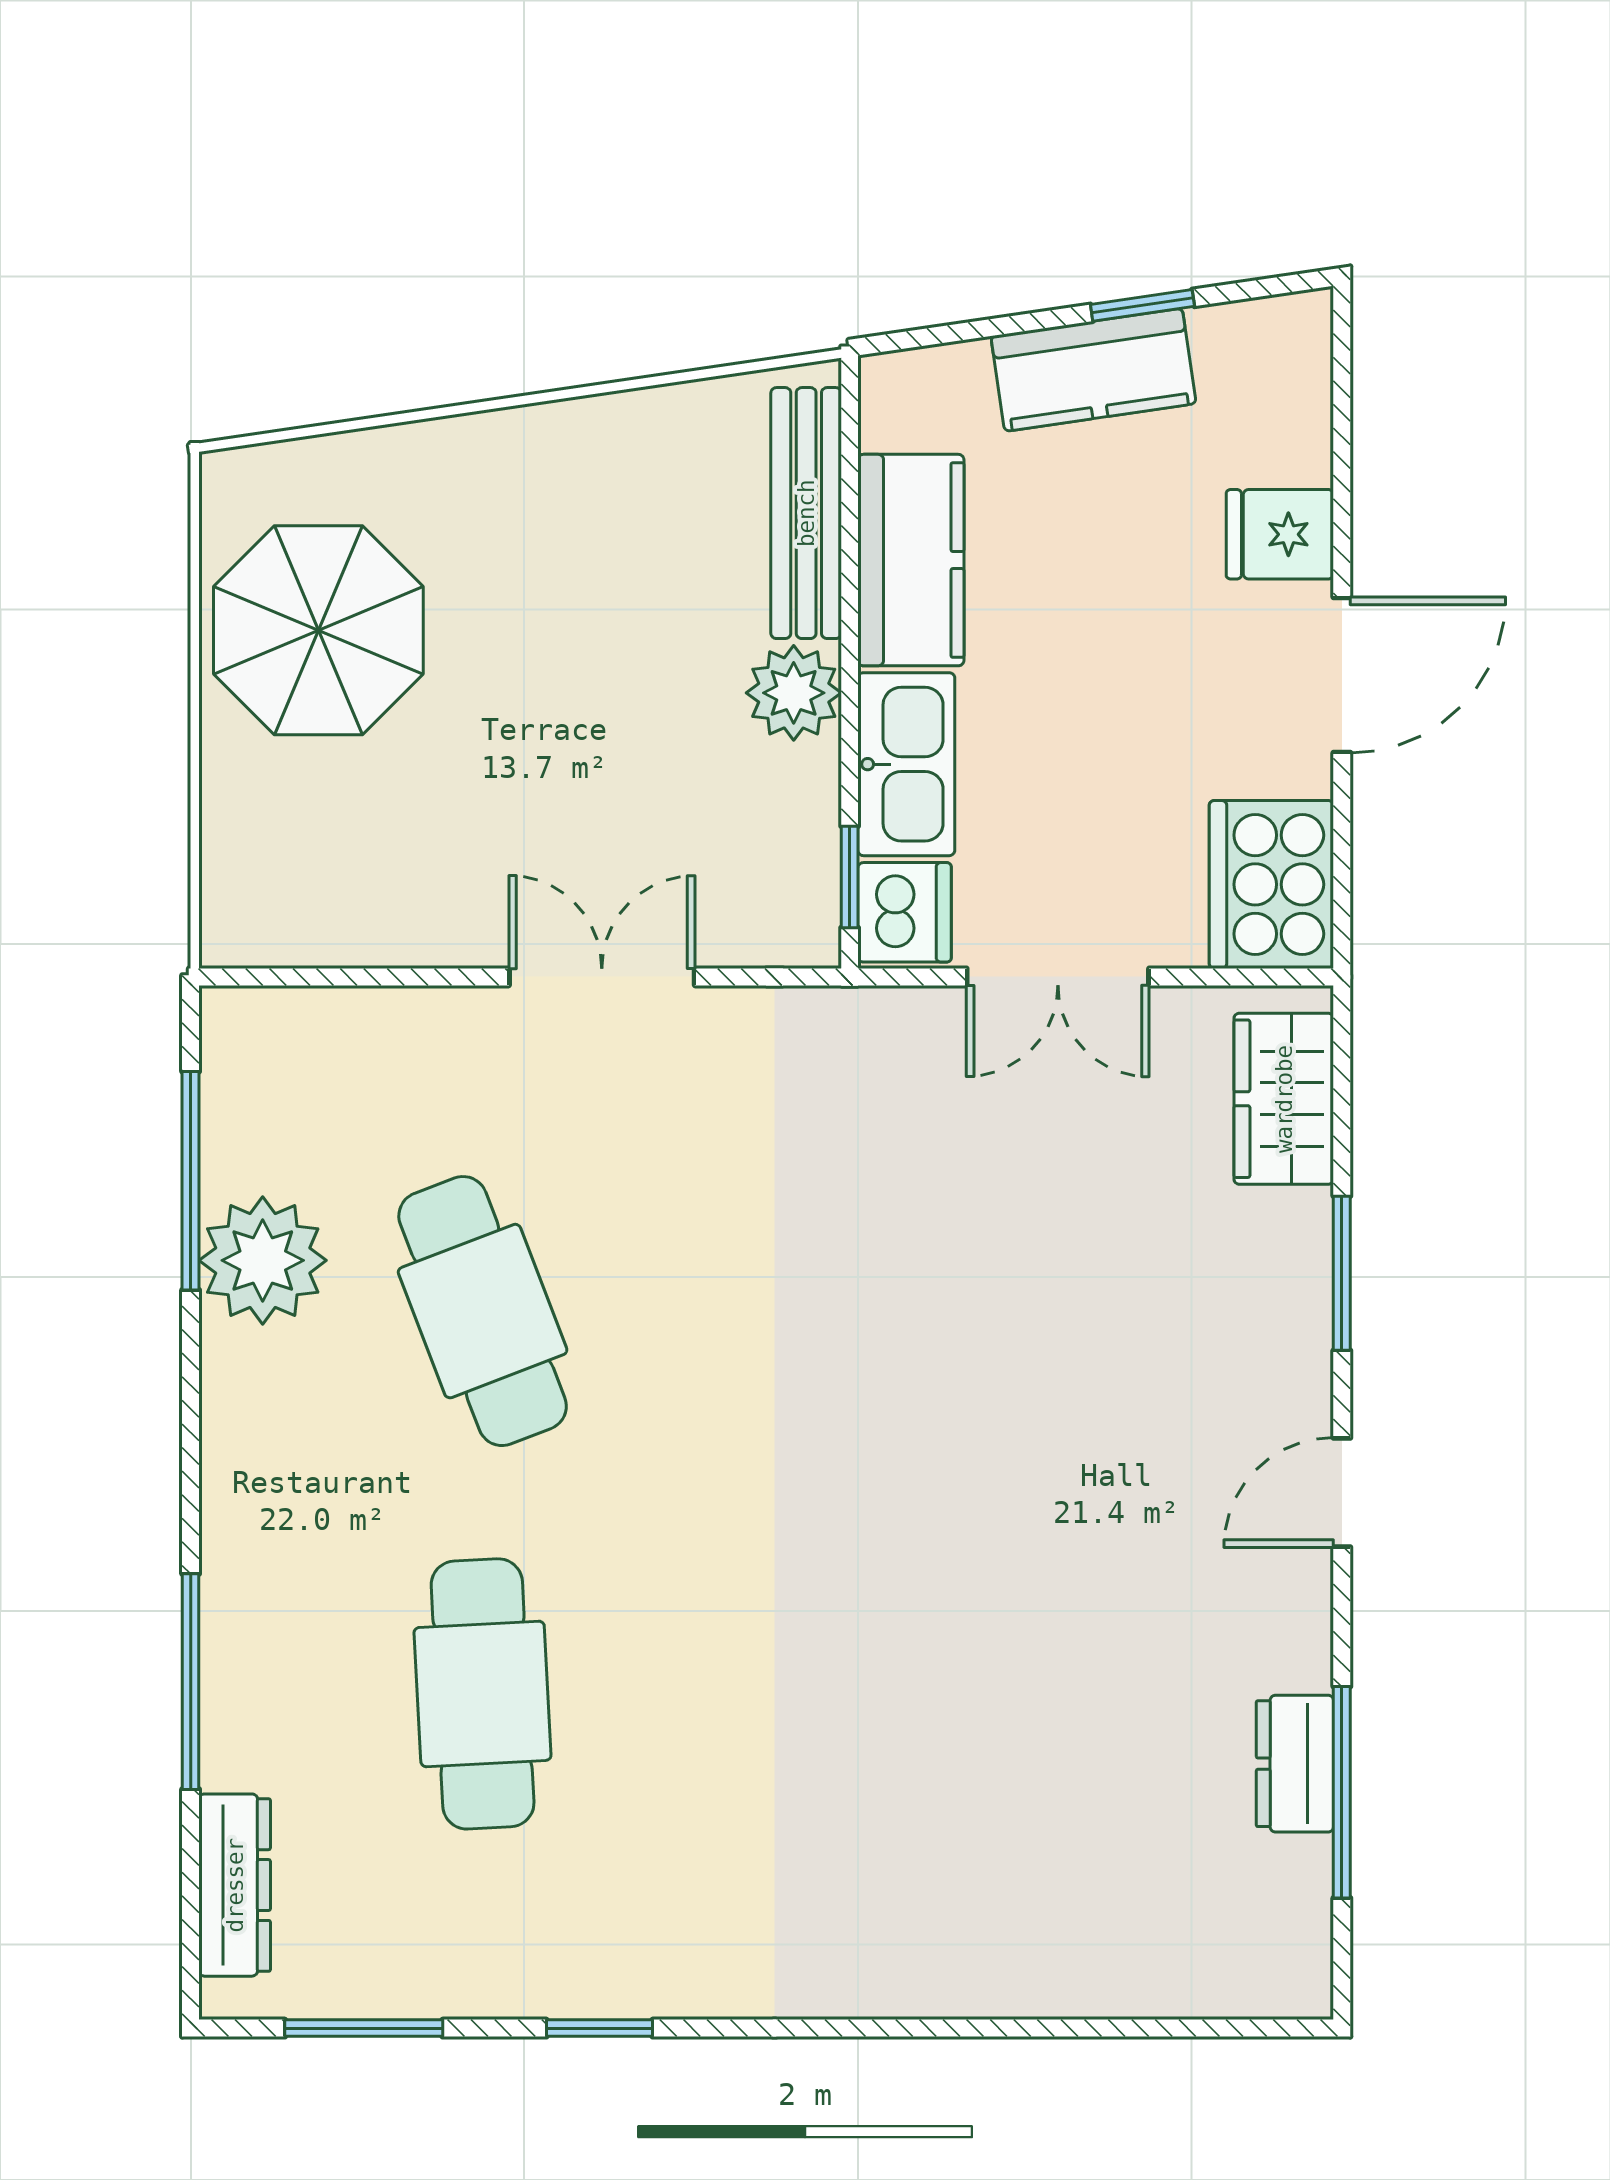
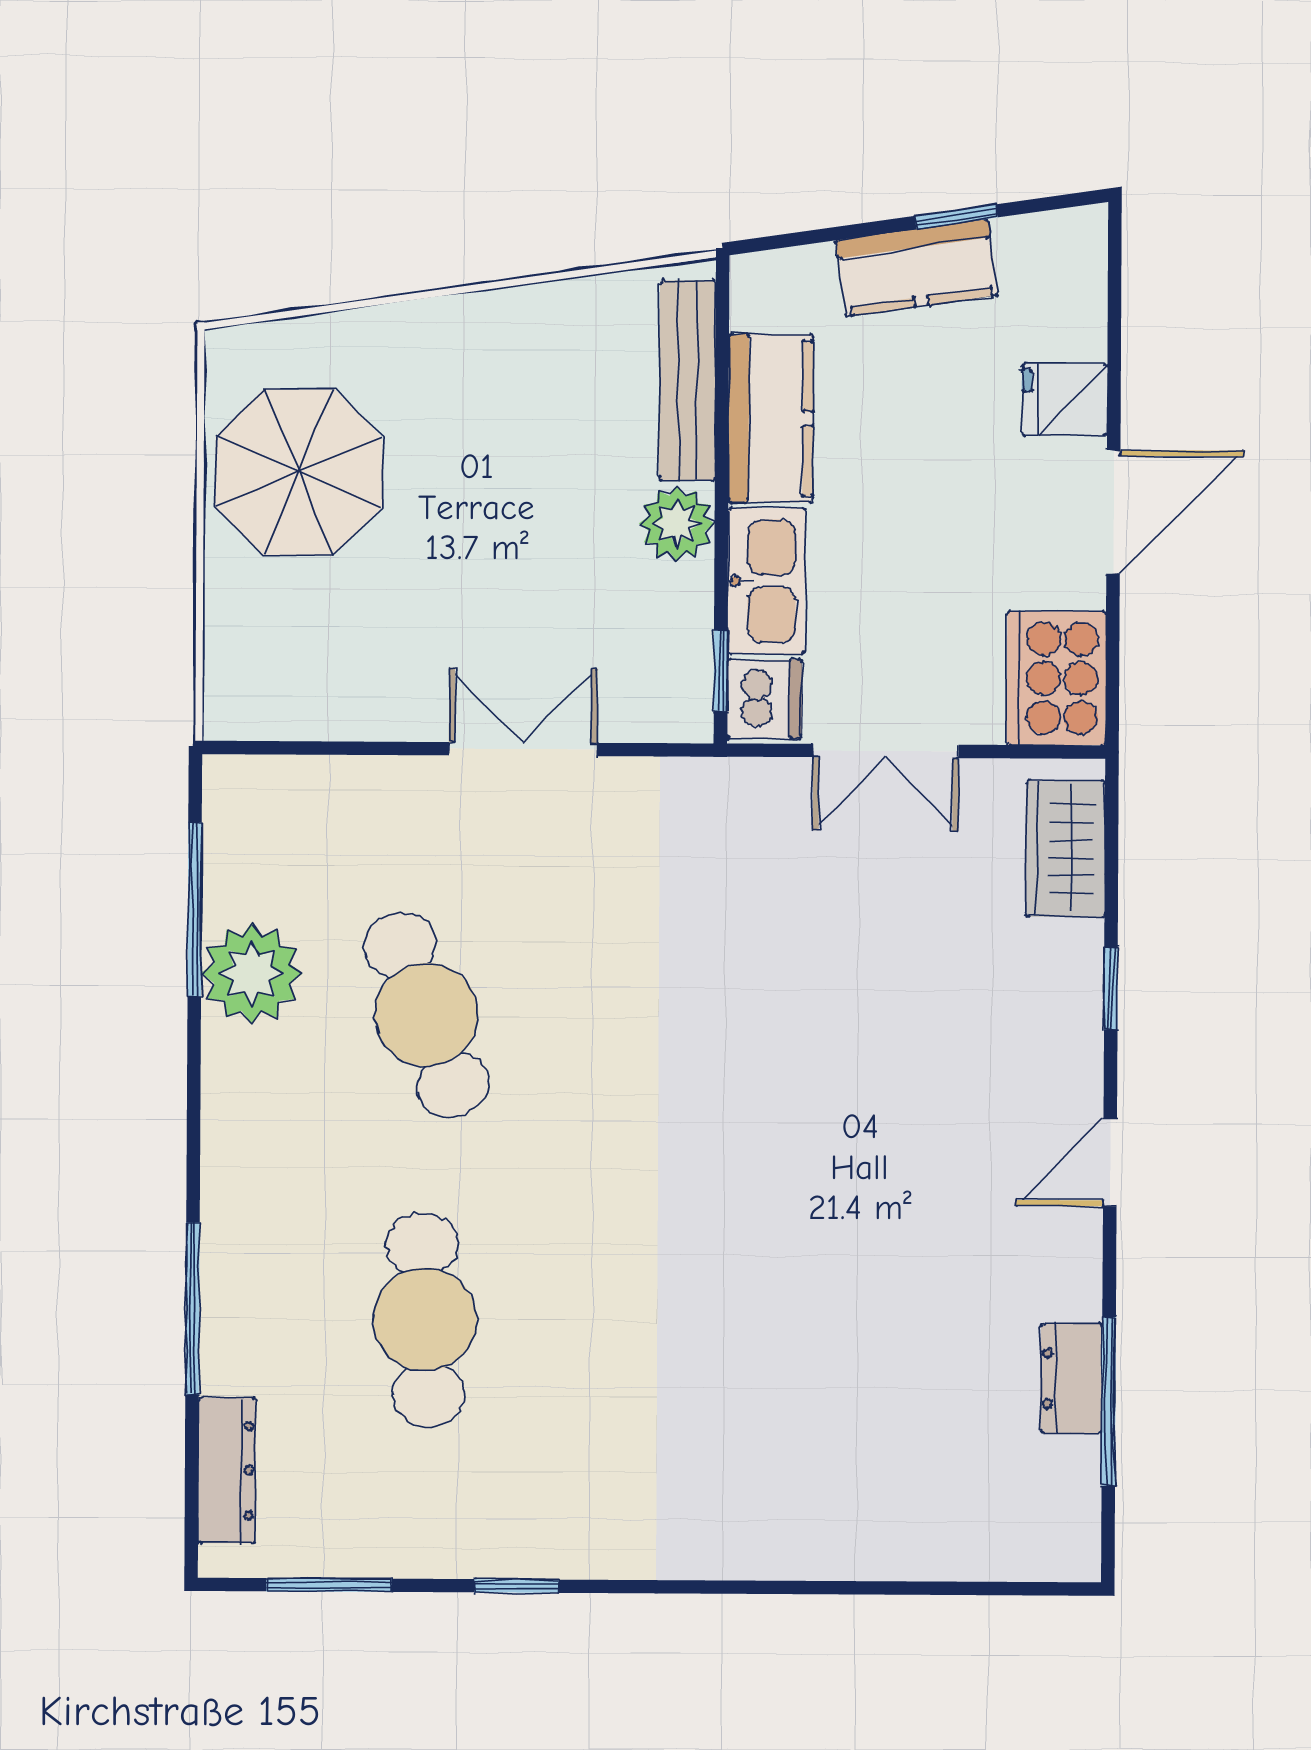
window: (1342, 1273) -> (1111, 988), width x0.67

